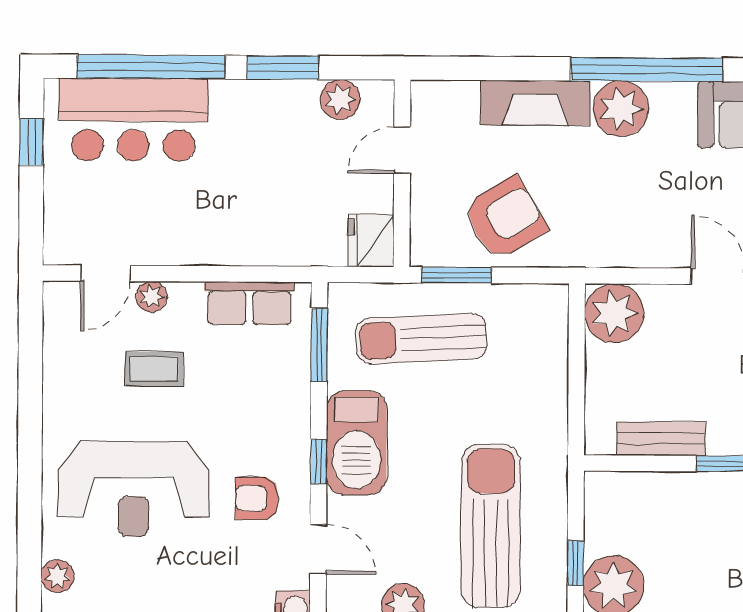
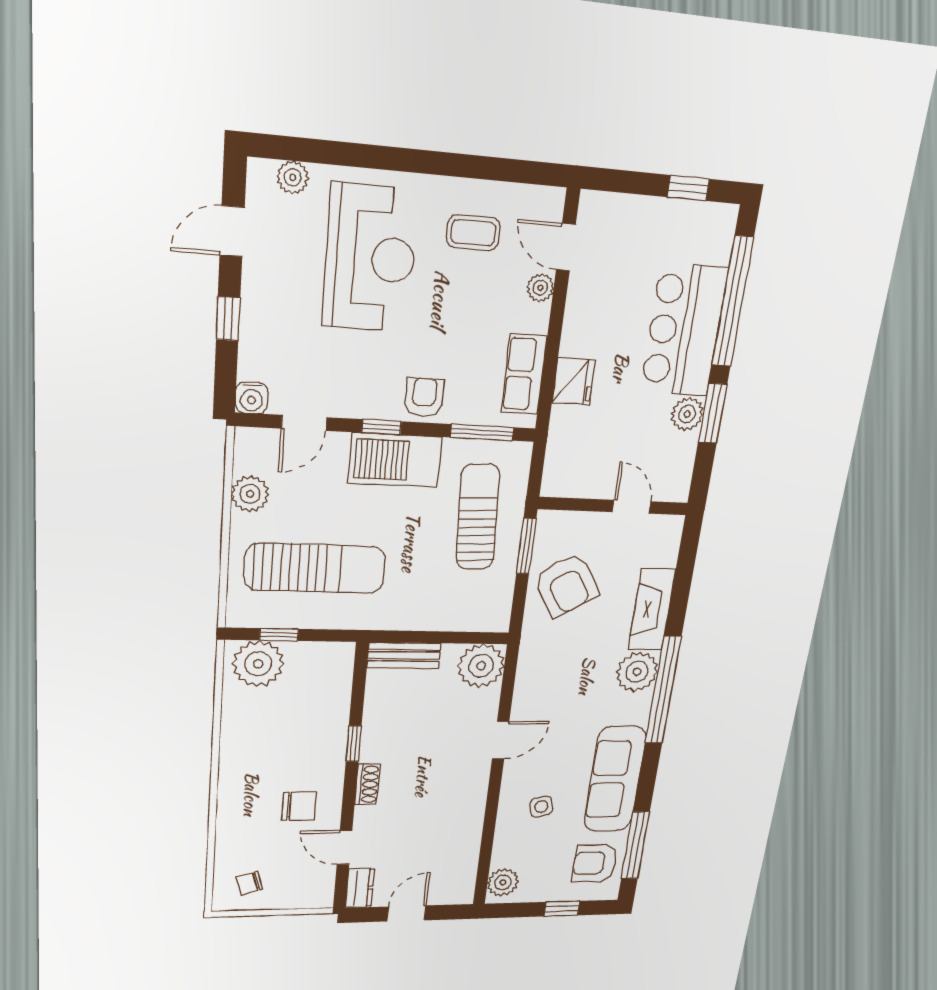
plant: (340, 99) -> (687, 414), moved
bar counter: (133, 120) -> (684, 330), moved
fridge: (371, 241) -> (574, 381), moved, turned 90
coffee table: (154, 369) -> (473, 233), moved, turned 90
bench: (661, 439) -> (404, 655), moved, turned 90
reception desk: (134, 489) -> (370, 258), turned 180
armchair: (257, 498) -> (424, 397), moved

